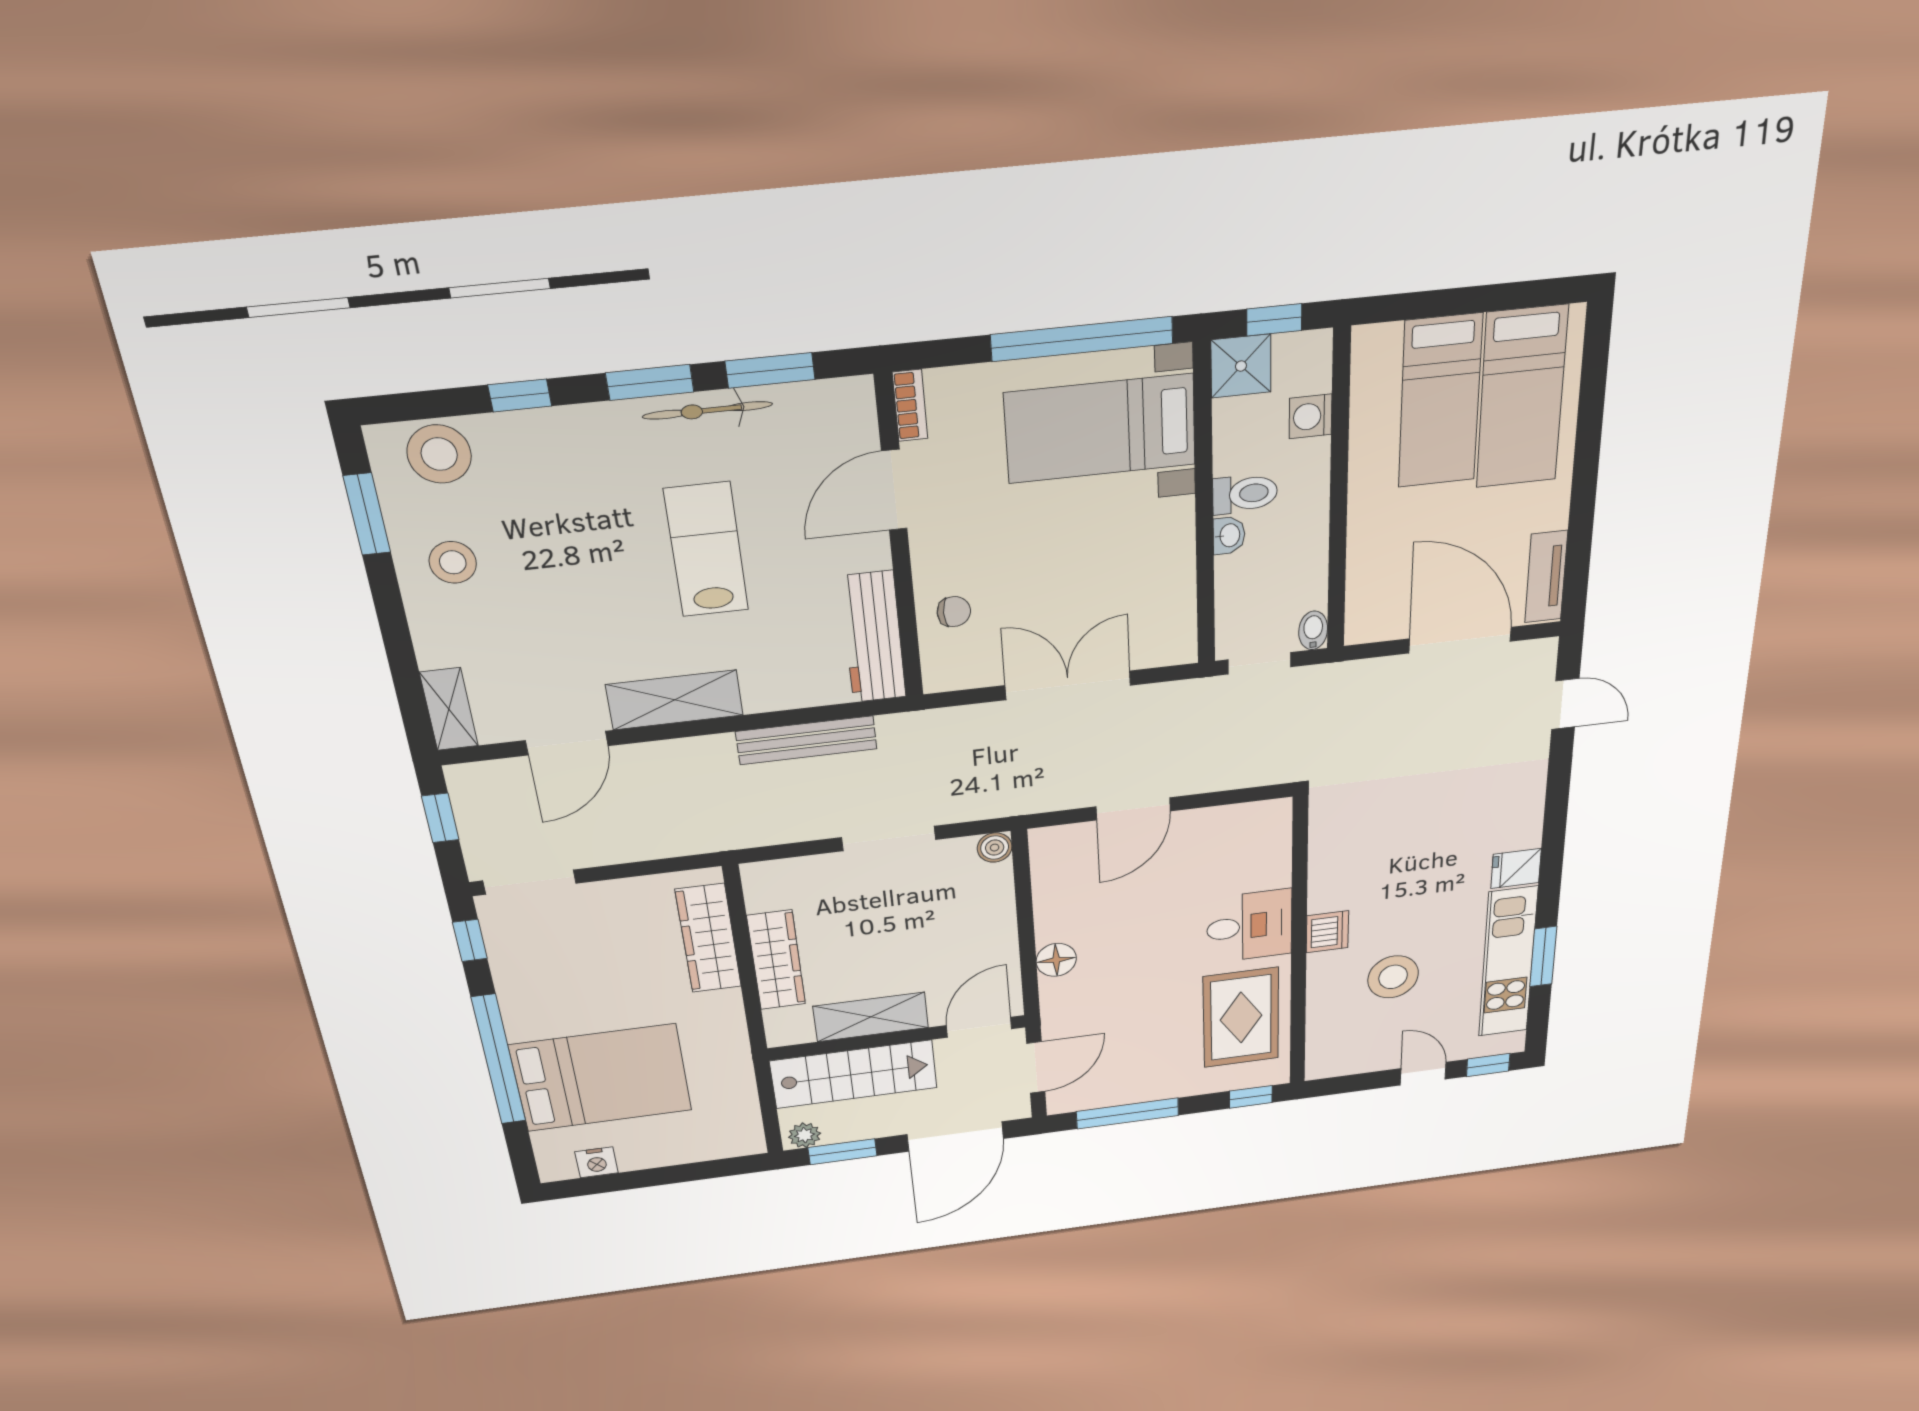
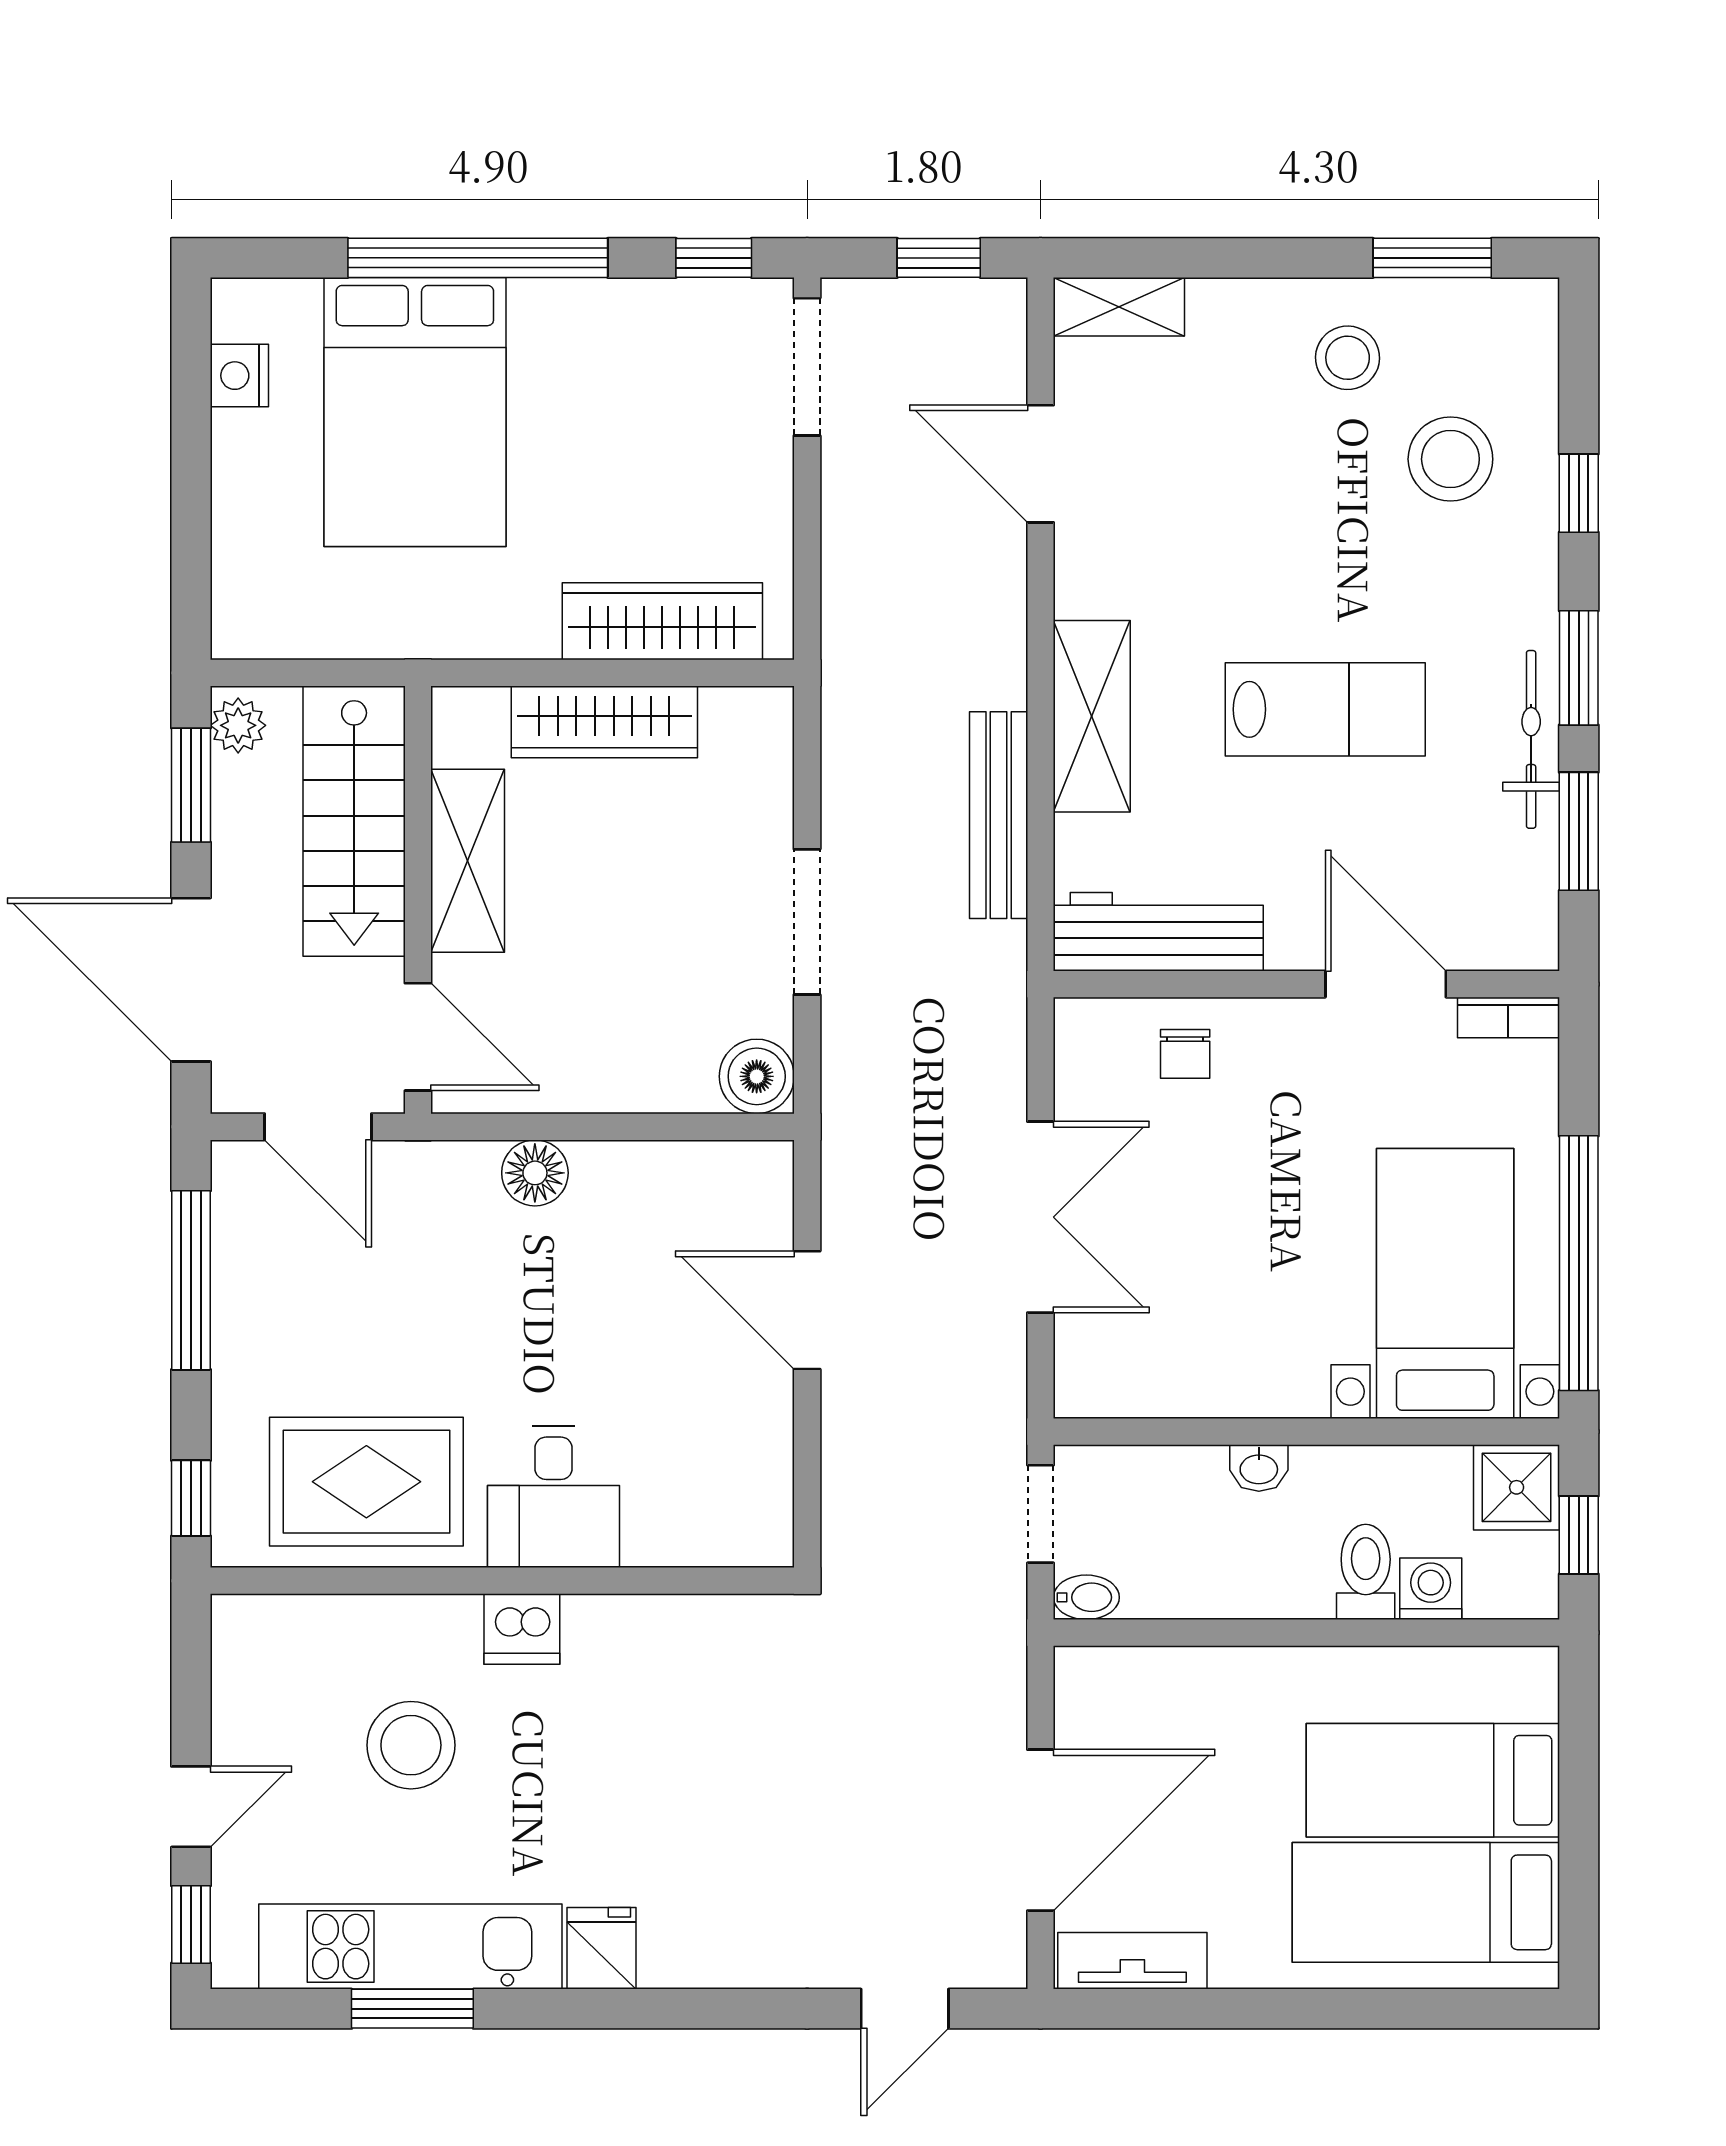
stool: (439, 454) -> (1450, 459), moved
toilet: (1245, 494) -> (1366, 1572), moved, turned 180
shelving: (675, 700) -> (1092, 716), moved
boiler: (995, 848) -> (757, 1076), width x1.36, depth x1.36

